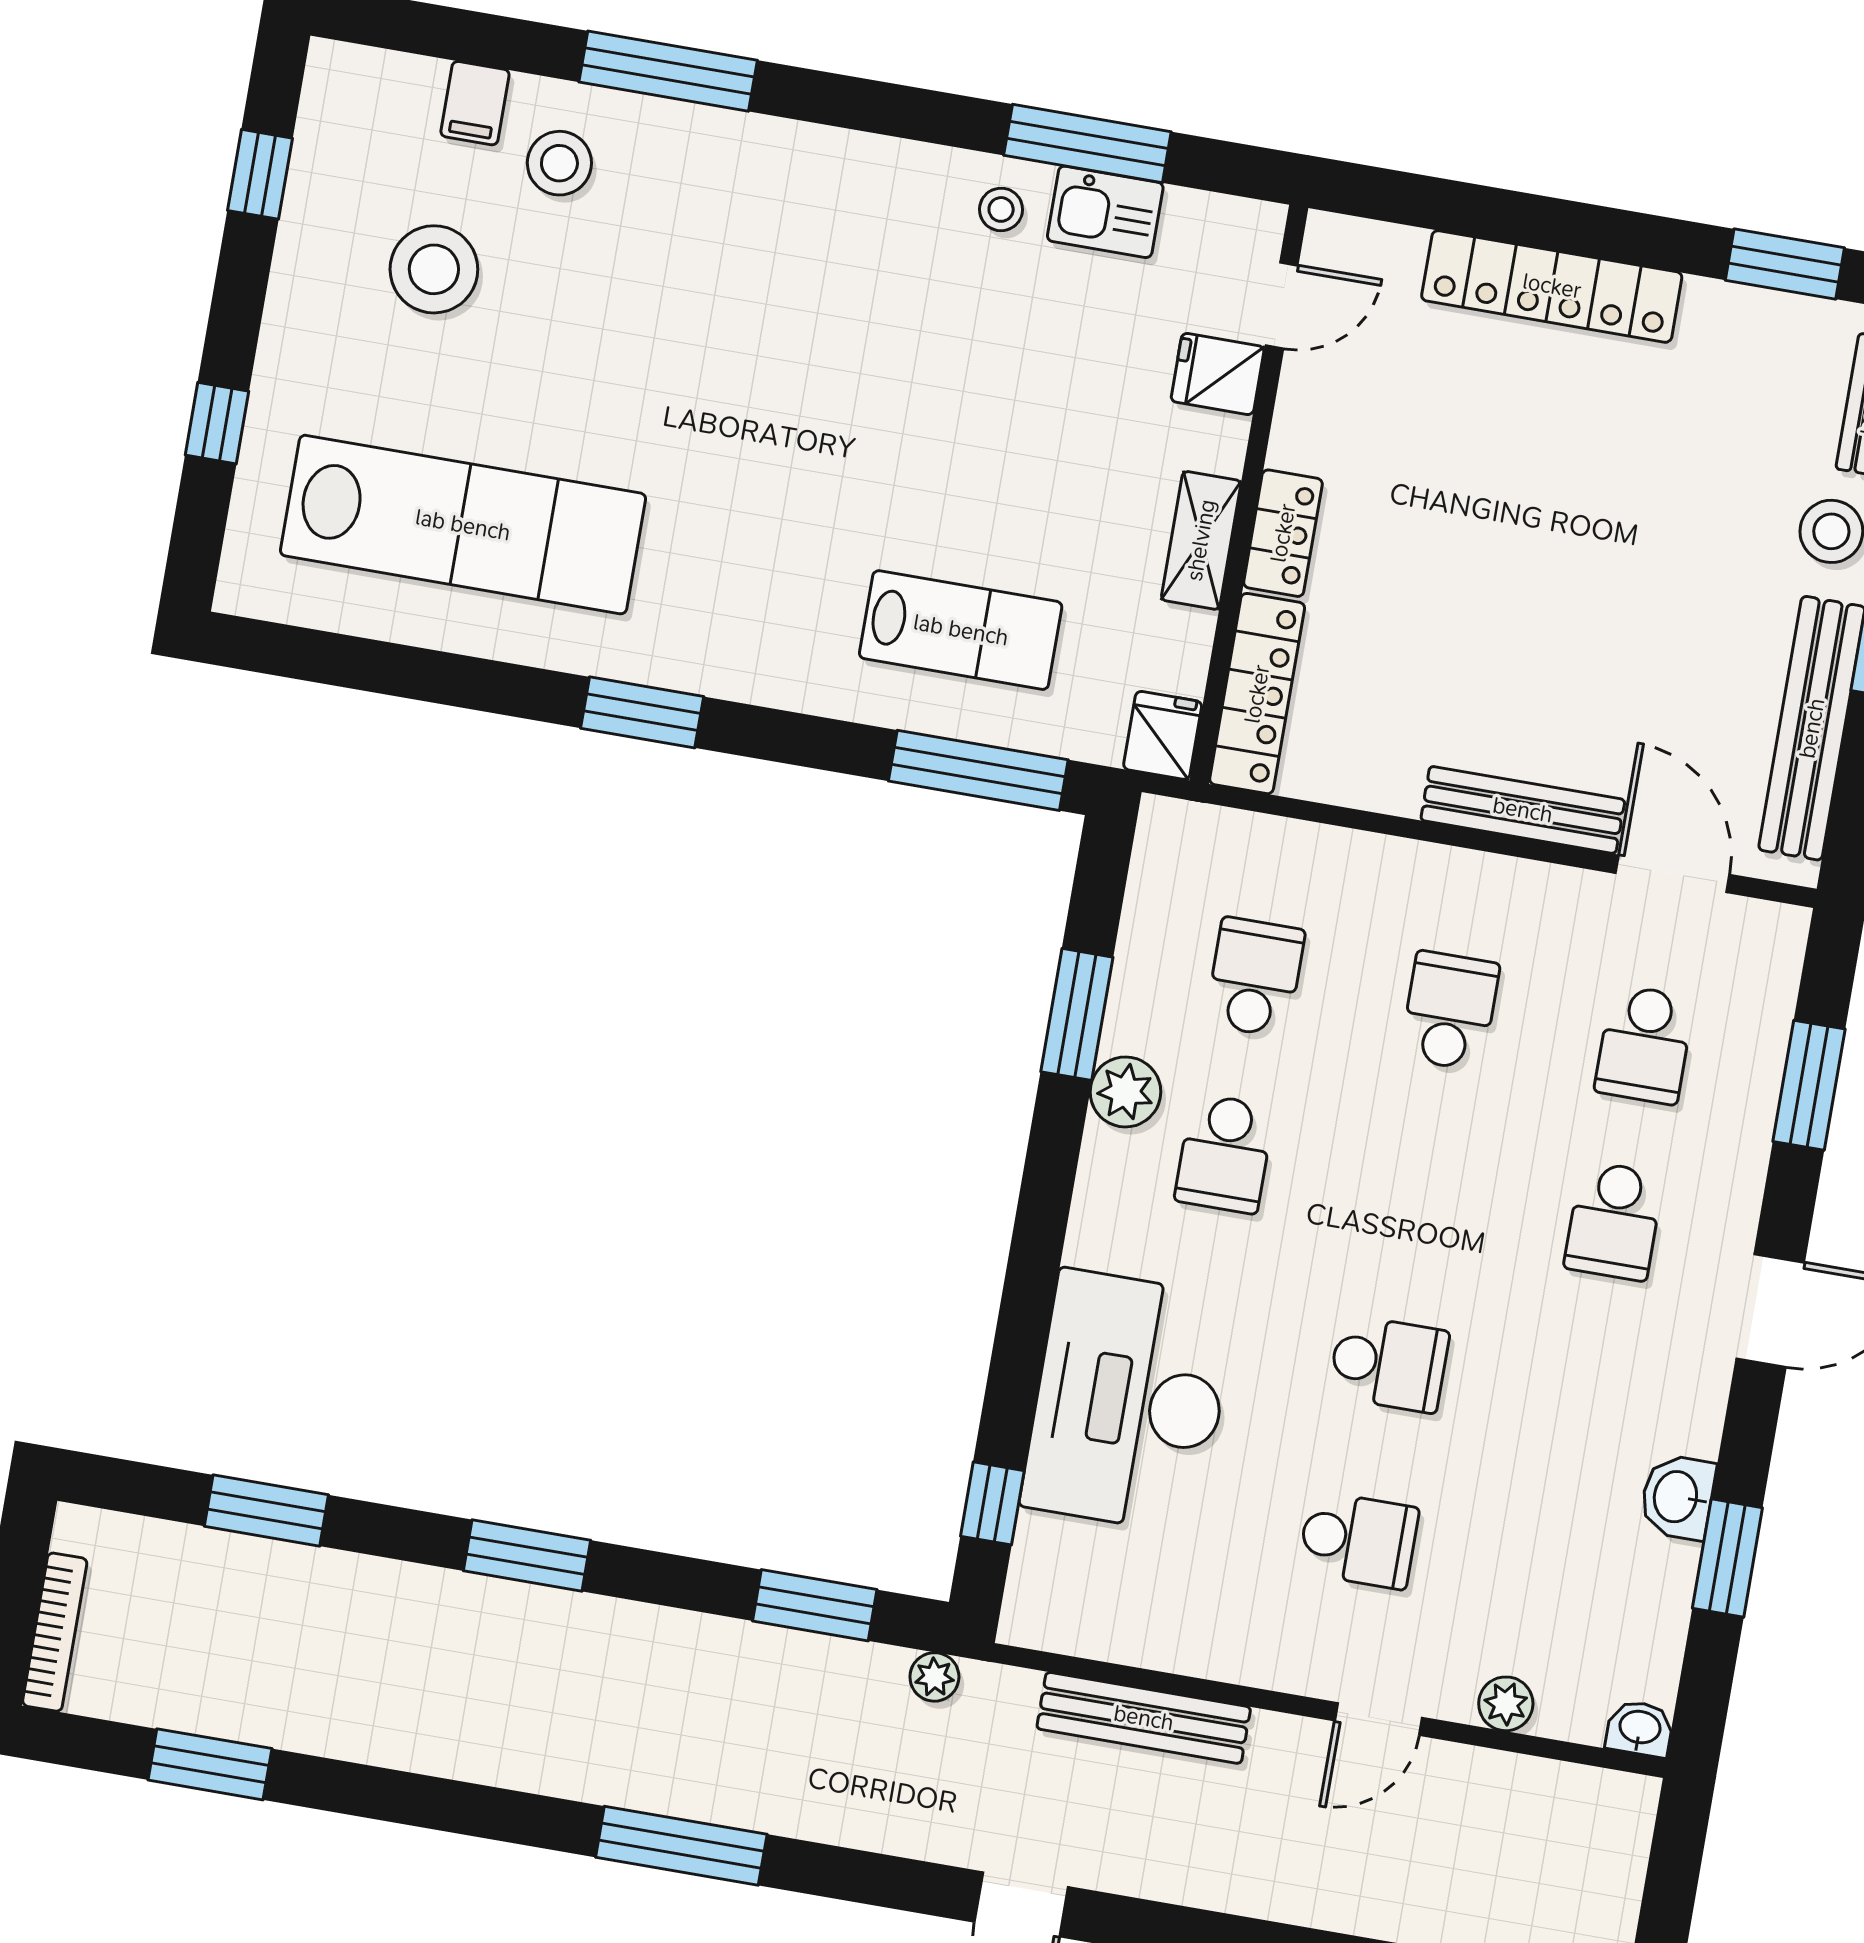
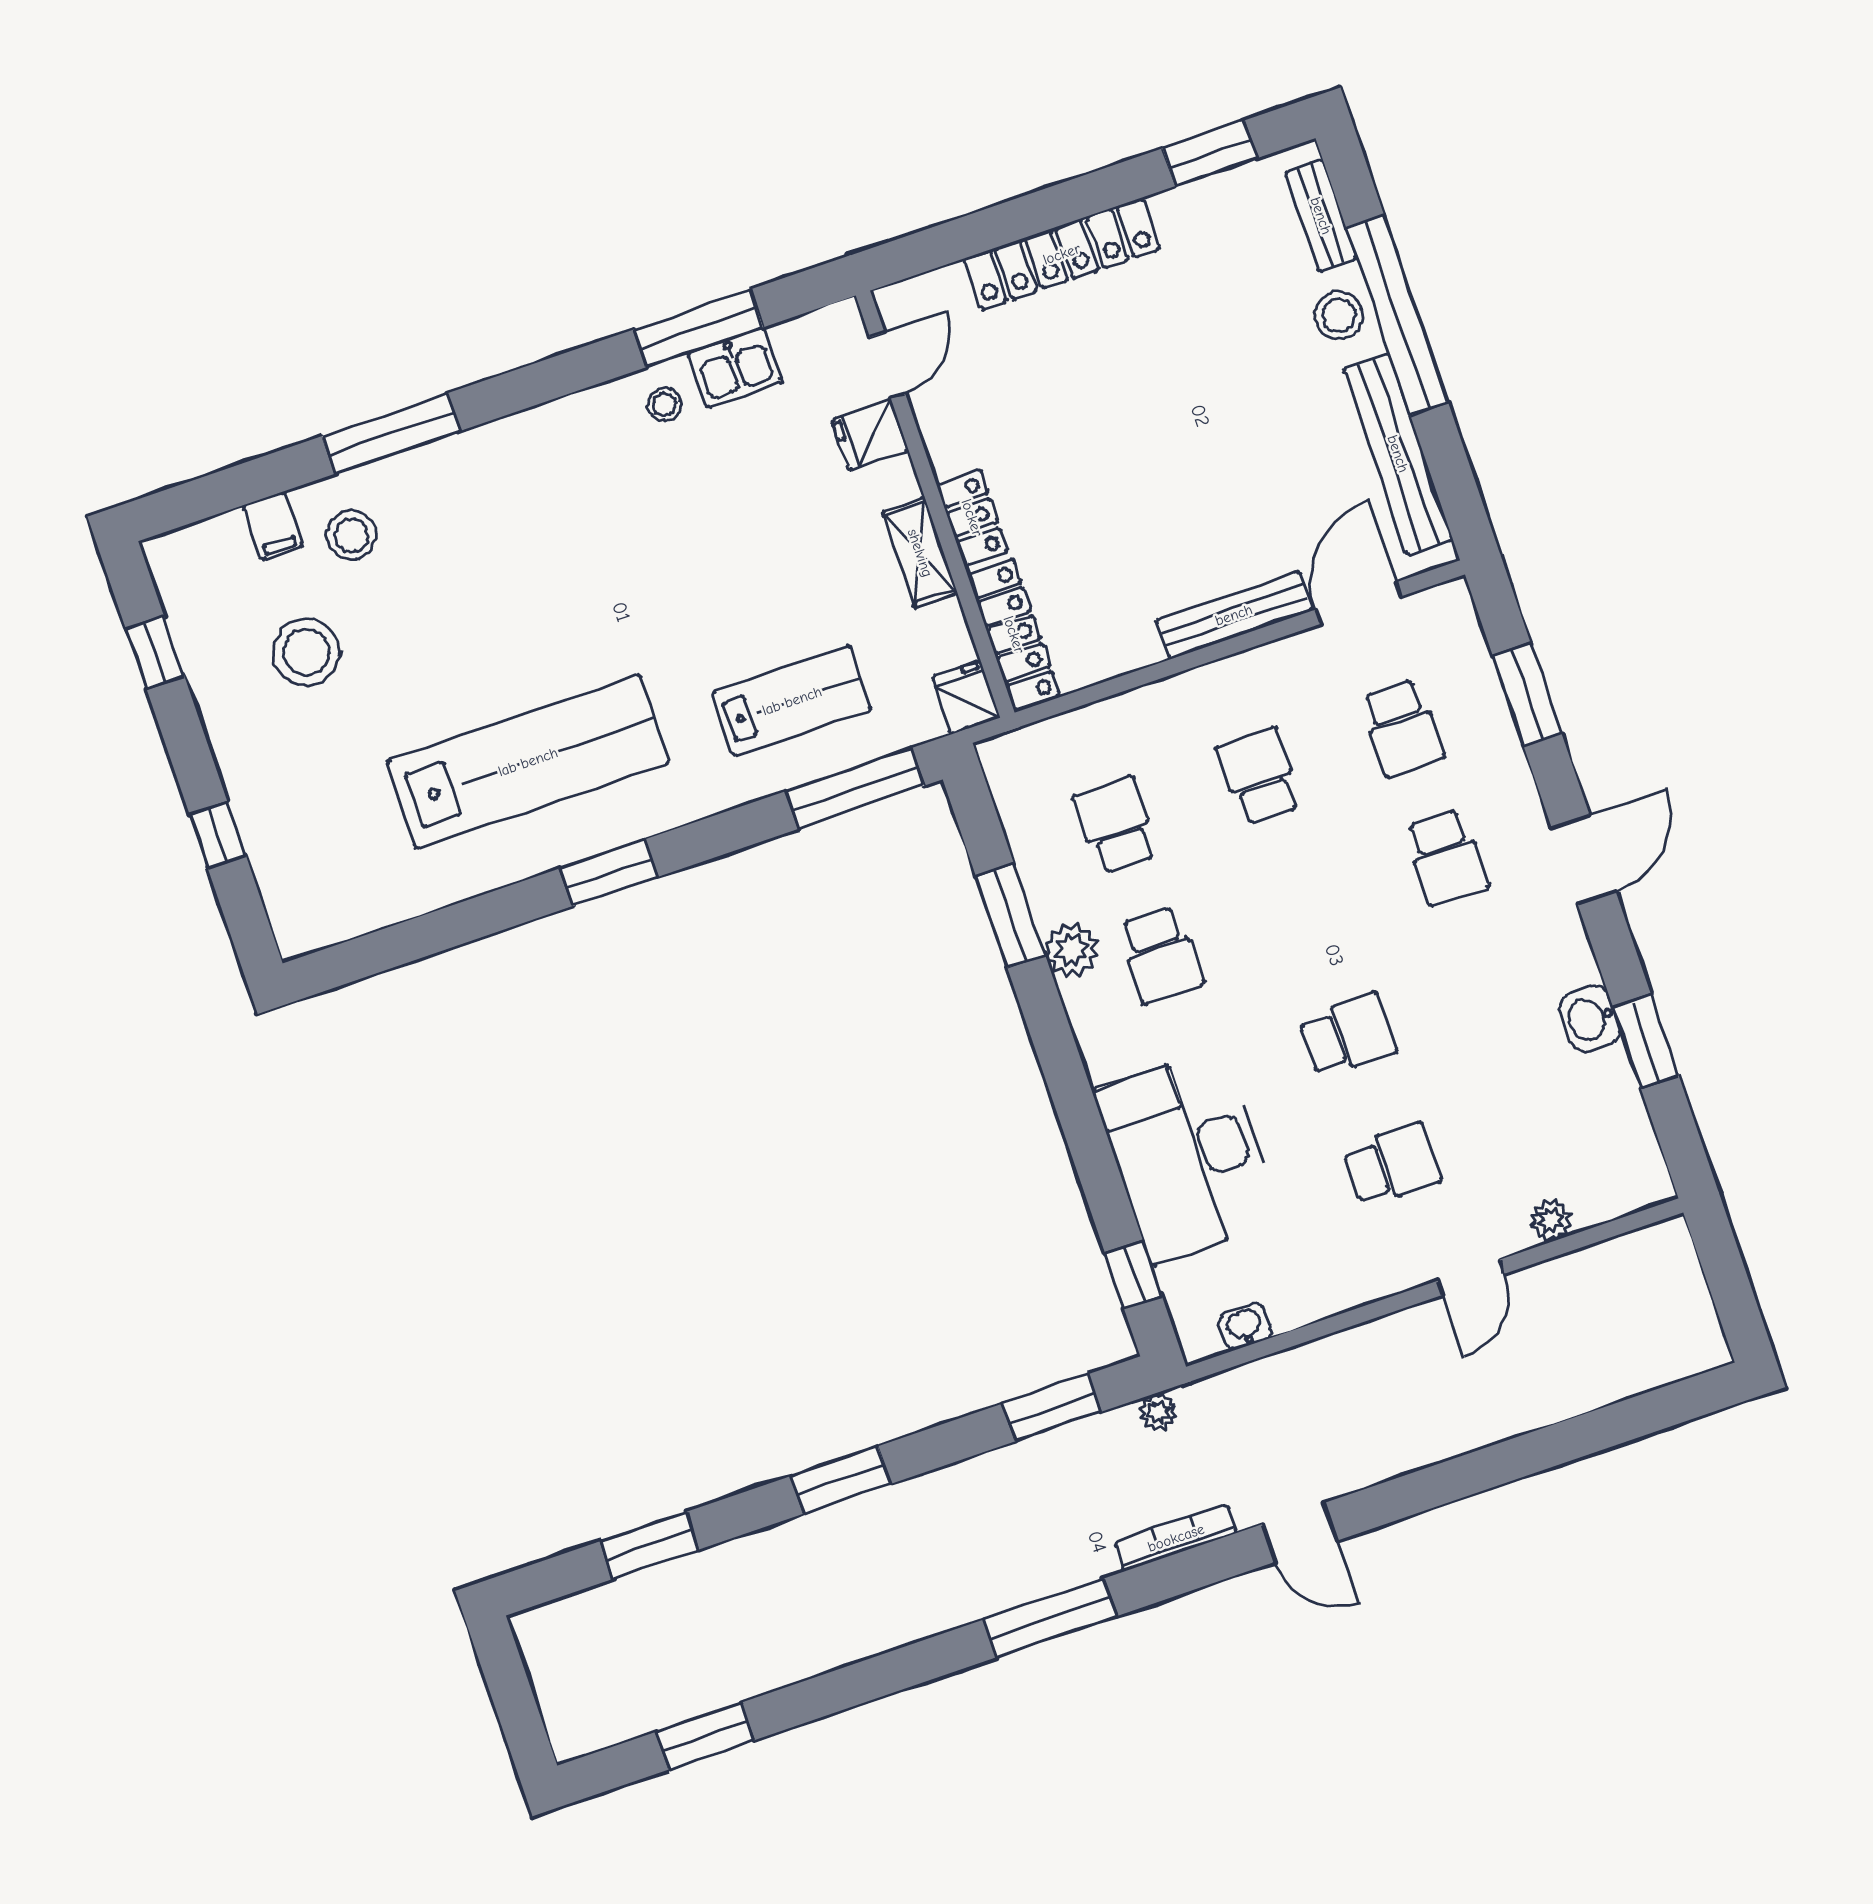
lab bench: (463, 525) -> (528, 762), moved
door: (1673, 874) -> (1358, 603), hinge flipped
bookcase: (55, 1632) -> (1176, 1538), moved, turned -90
bench: (1144, 1718) -> (1313, 1363), removed
washbasin: (1640, 1729) -> (1245, 1326), moved

